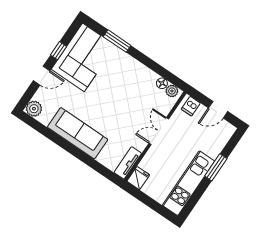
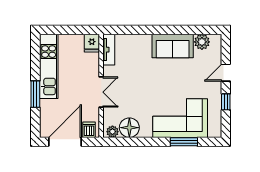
corner sofa: (83, 57) -> (180, 118), moved, turned 90
floor lamp: (162, 83) -> (129, 128), width x1.89, depth x1.89
plant: (34, 109) -> (202, 42), moved
door: (218, 110) -> (65, 142), width x1.88
sofa: (78, 133) -> (173, 46), width x0.73

